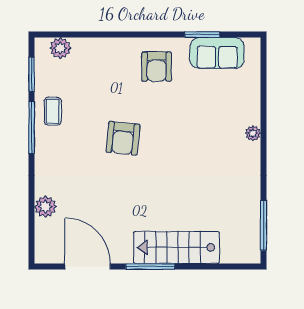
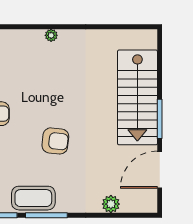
coffee table: (53, 111) -> (33, 198), width x1.86, depth x1.72
window: (264, 225) -> (126, 27), removed
stairs: (176, 248) -> (137, 97), width x1.36, depth x1.51

